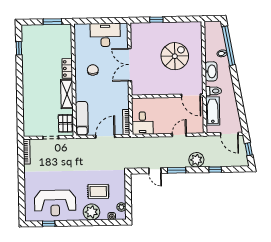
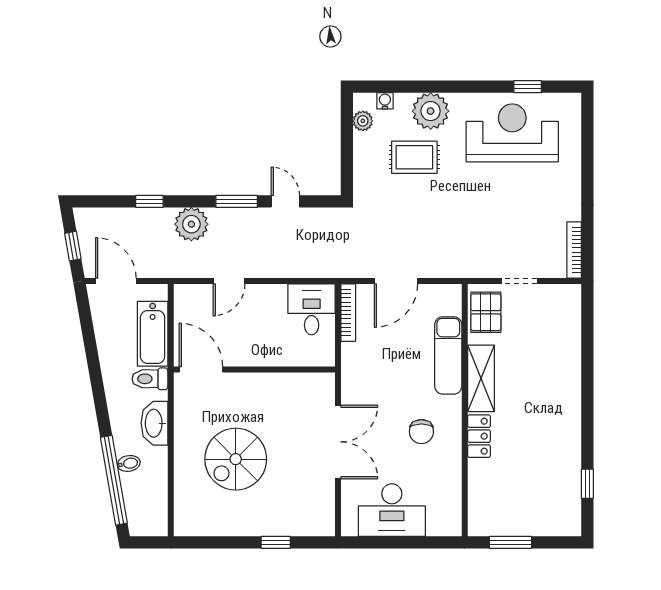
exam couch: (82, 118) -> (448, 355), moved

